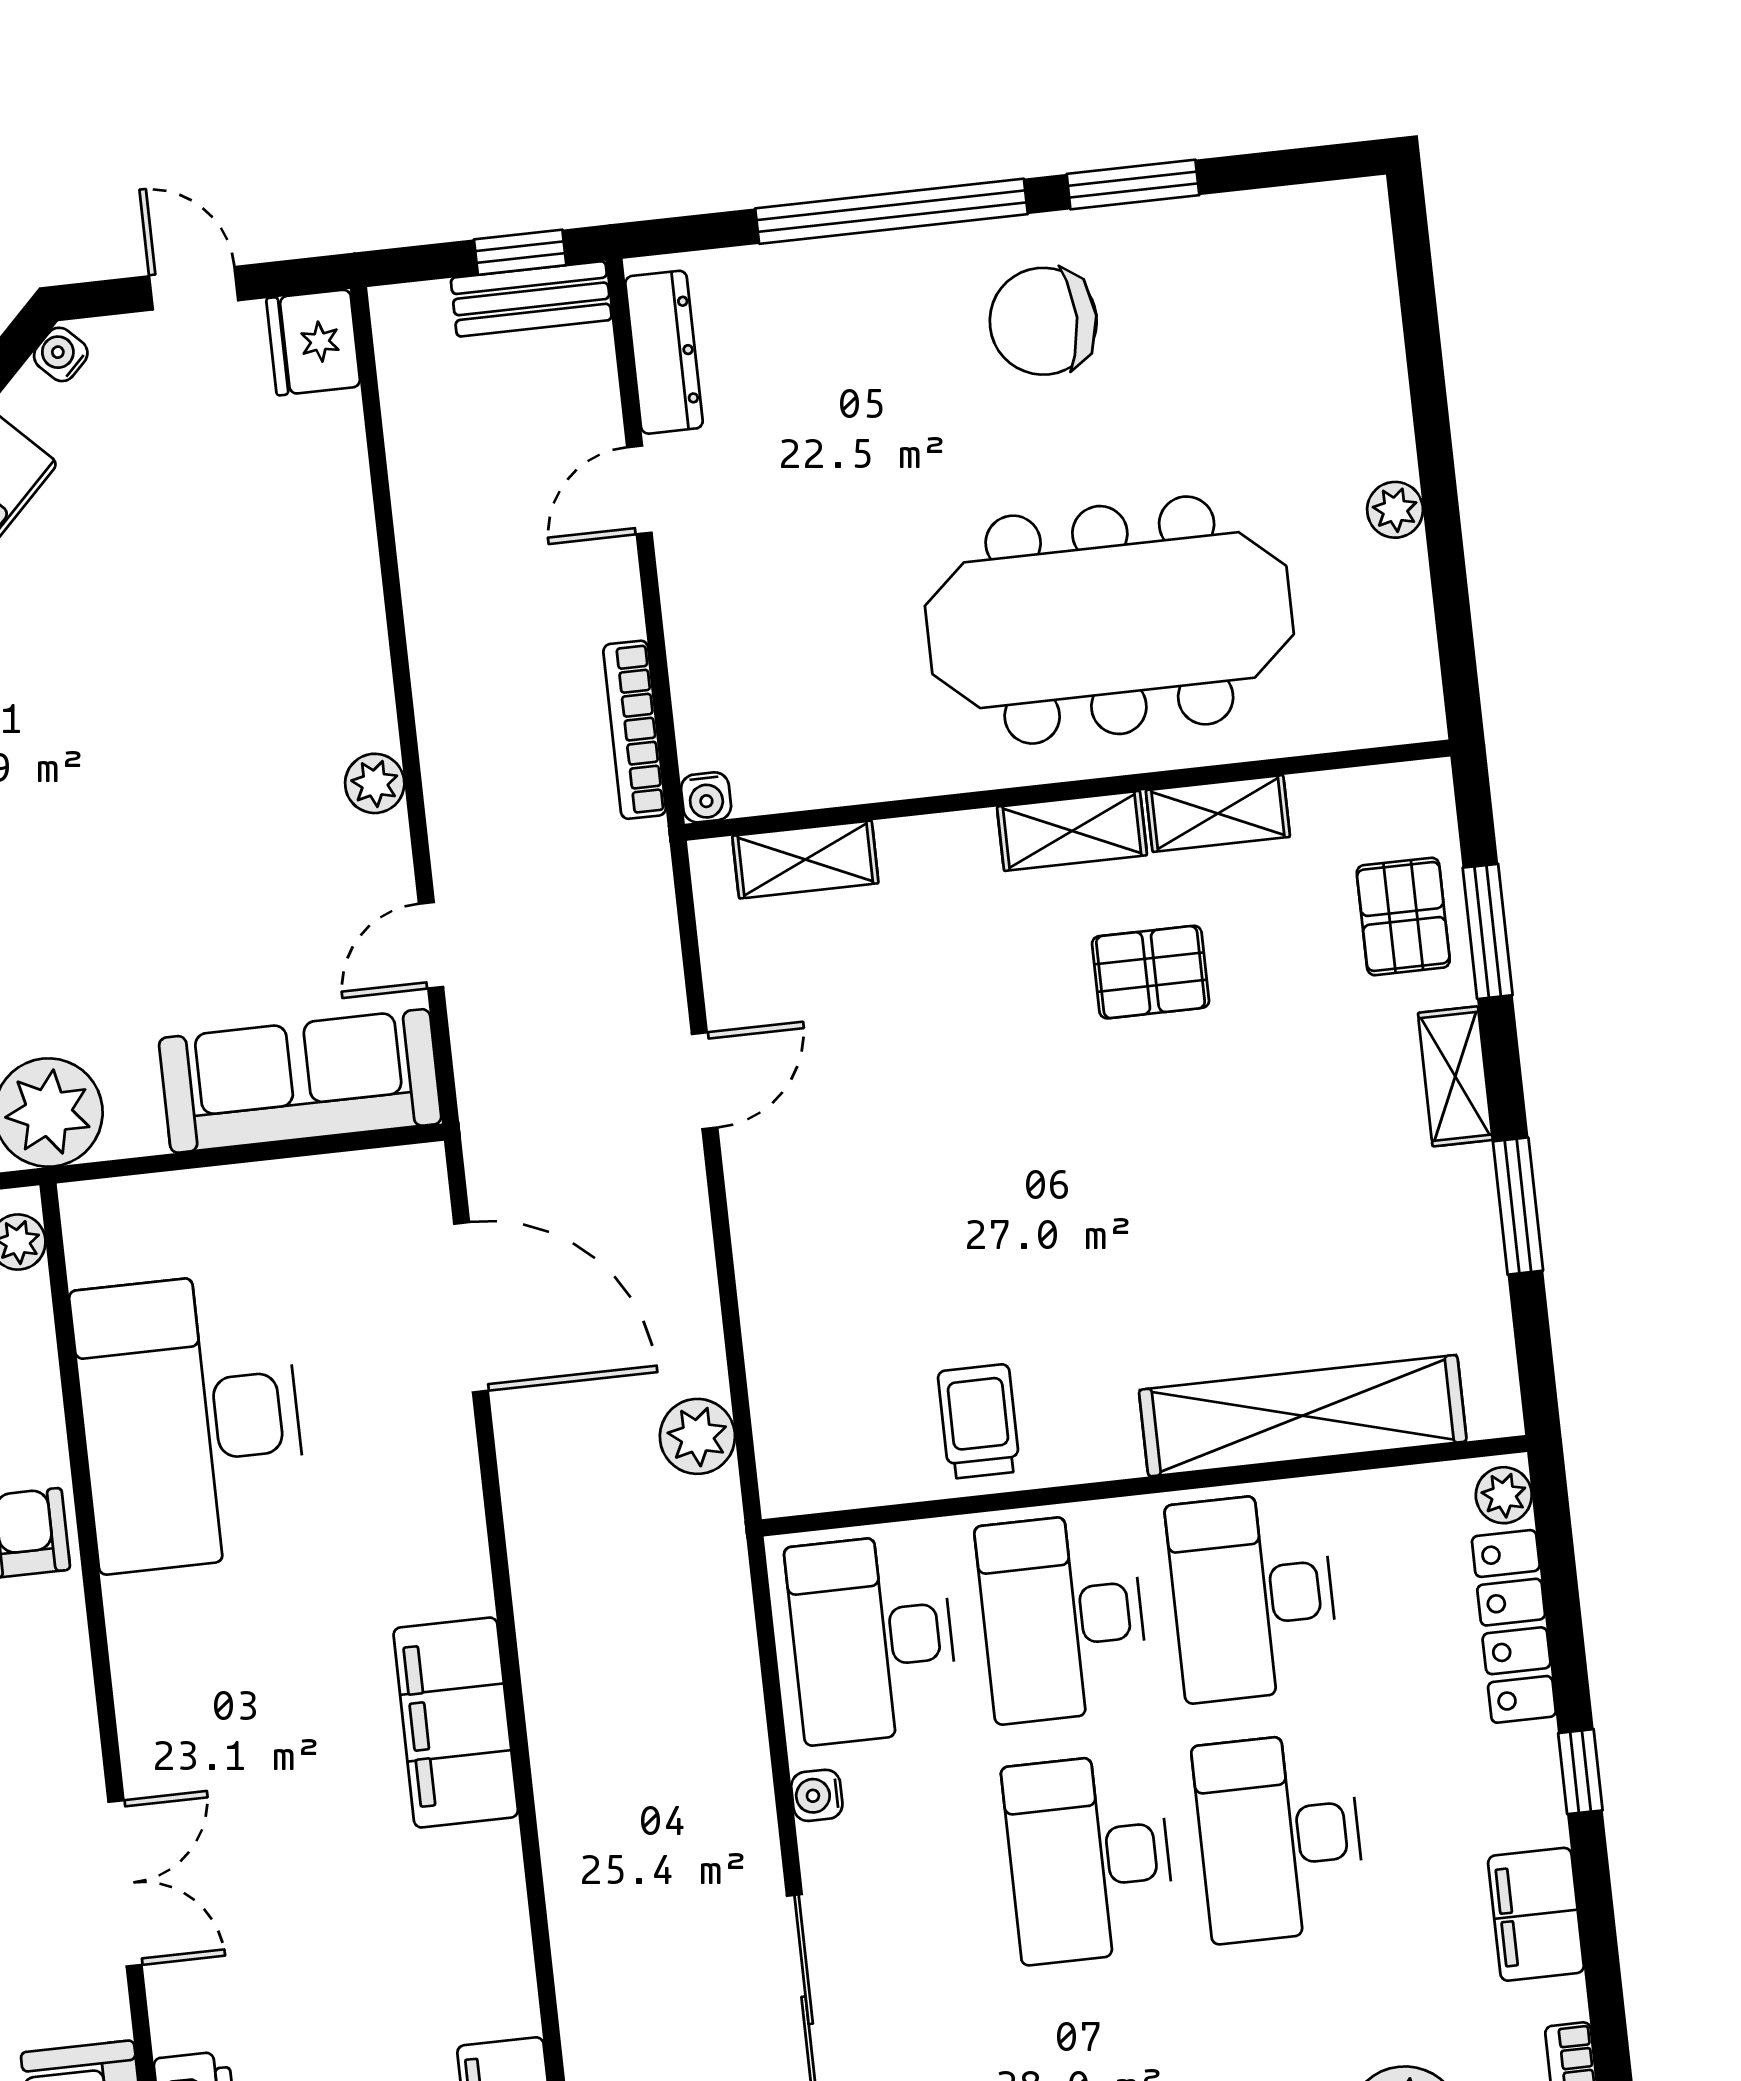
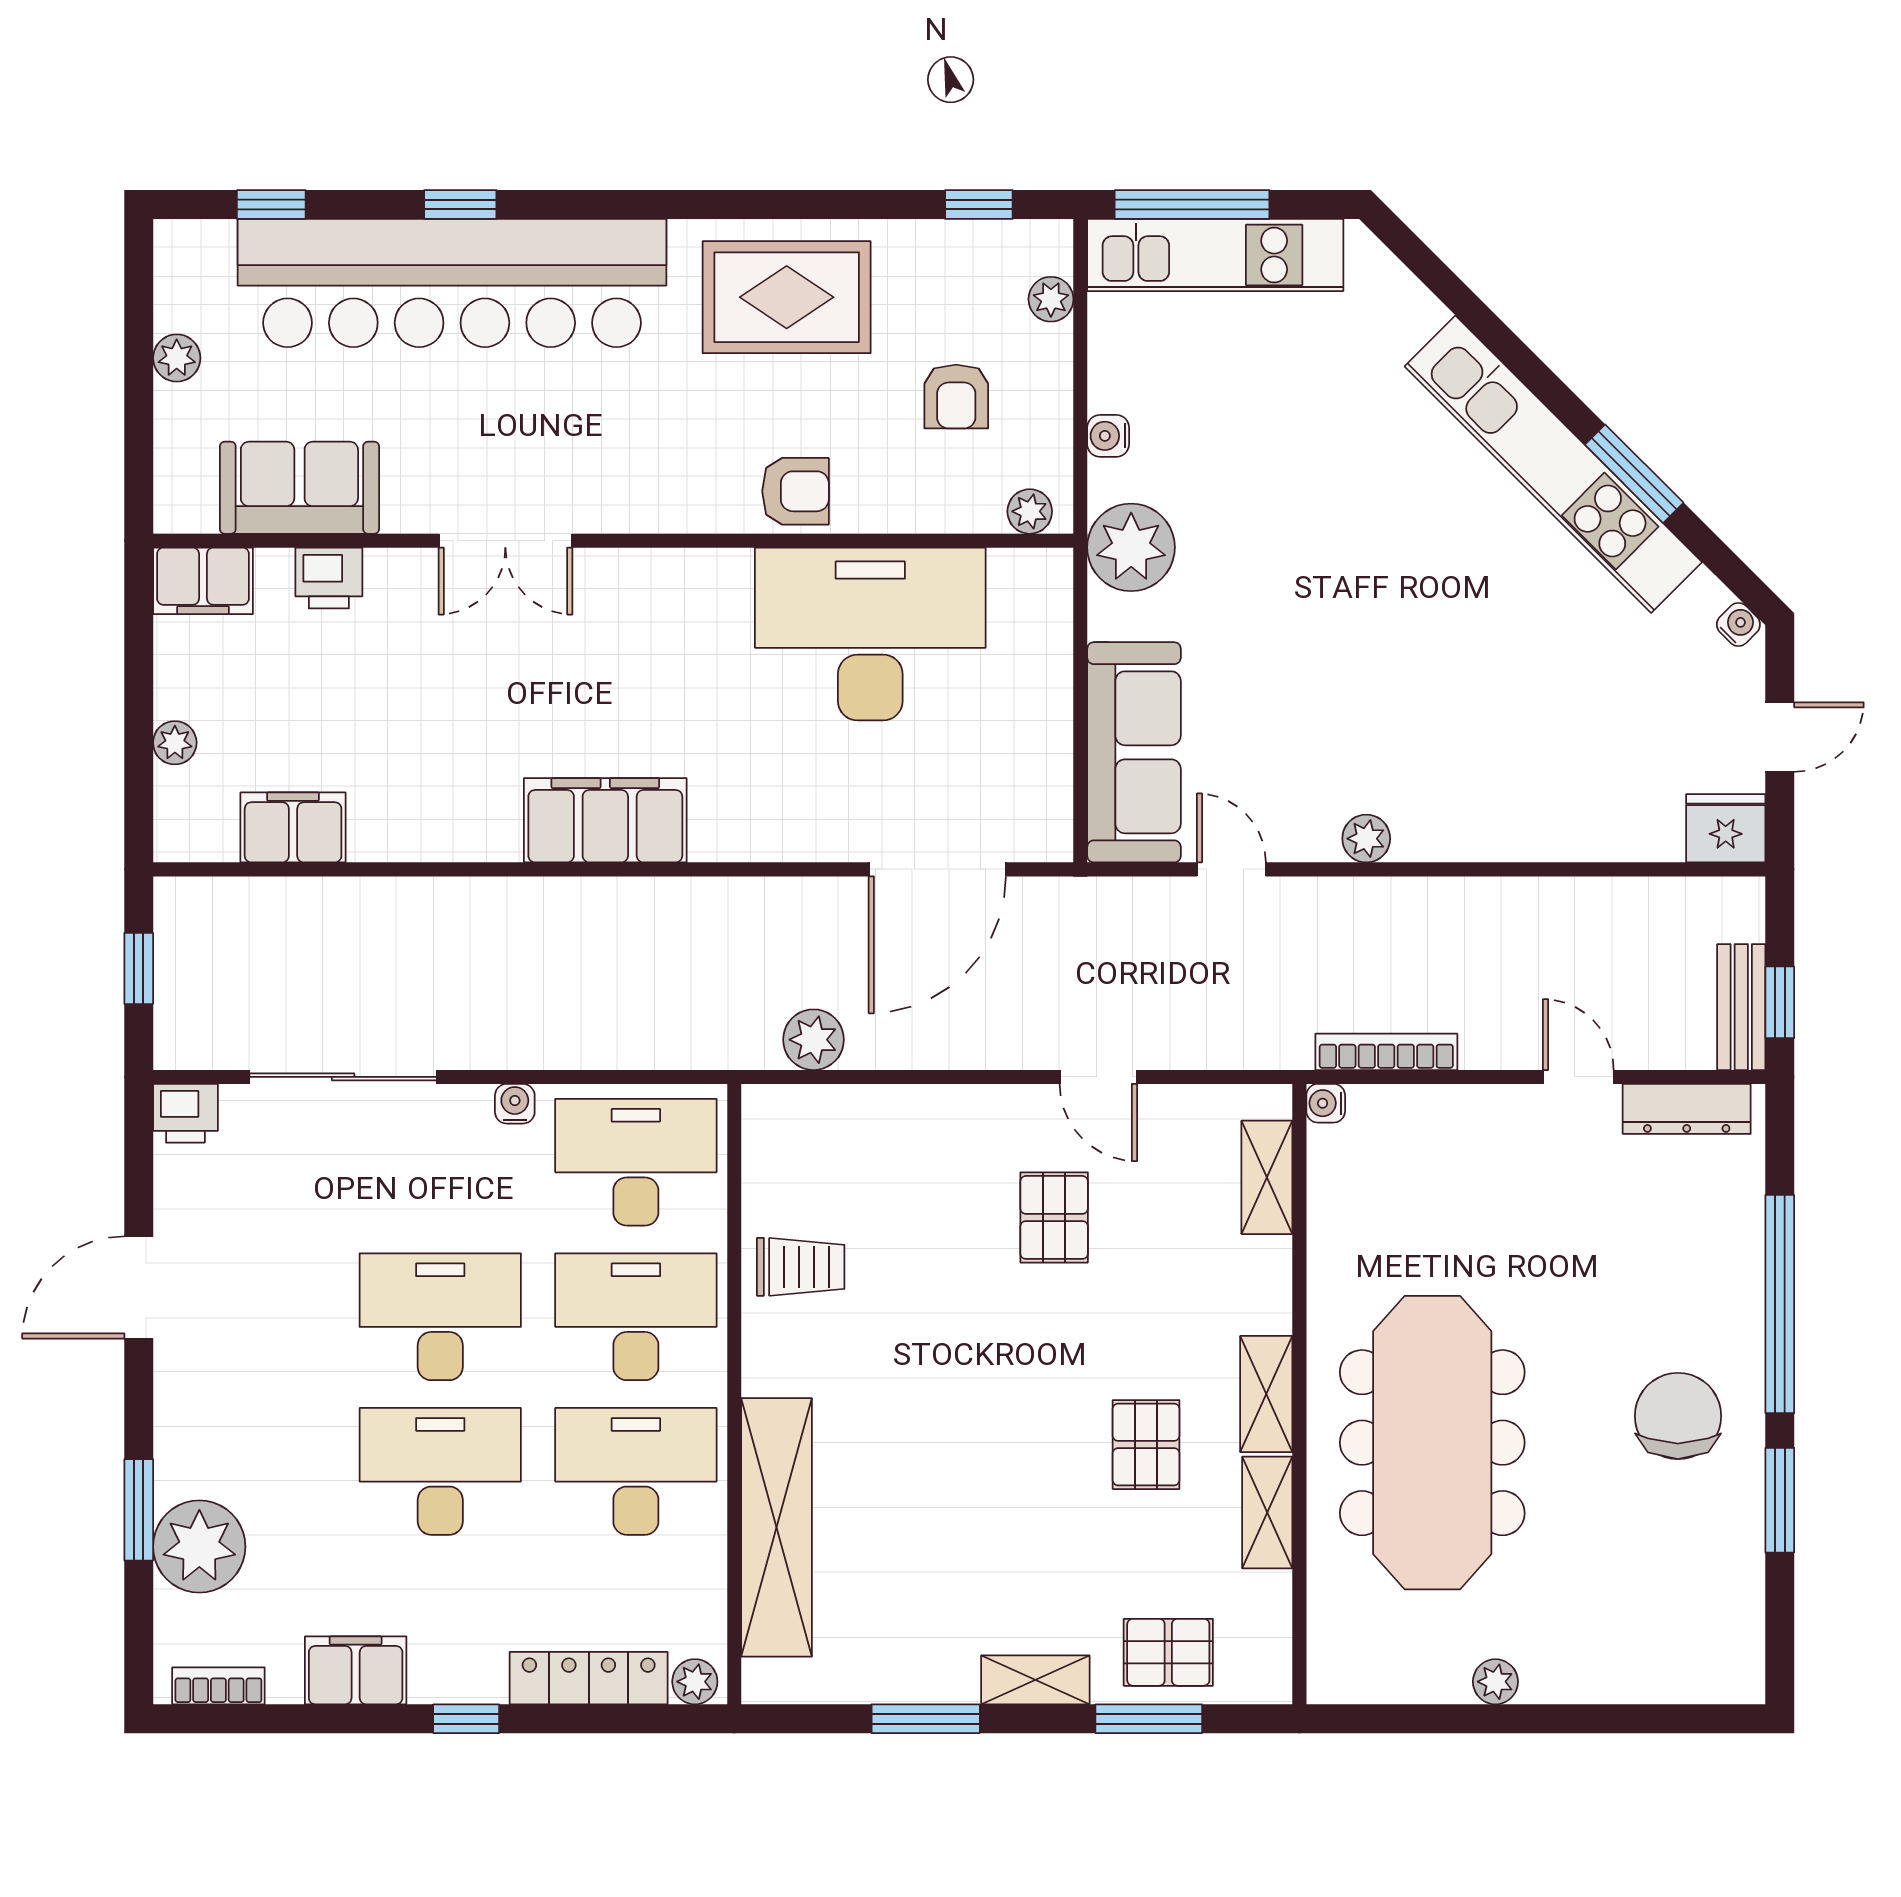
pallet: (884, 1116) -> (1054, 1217), added

